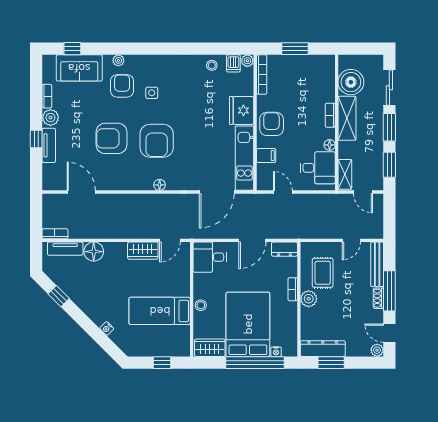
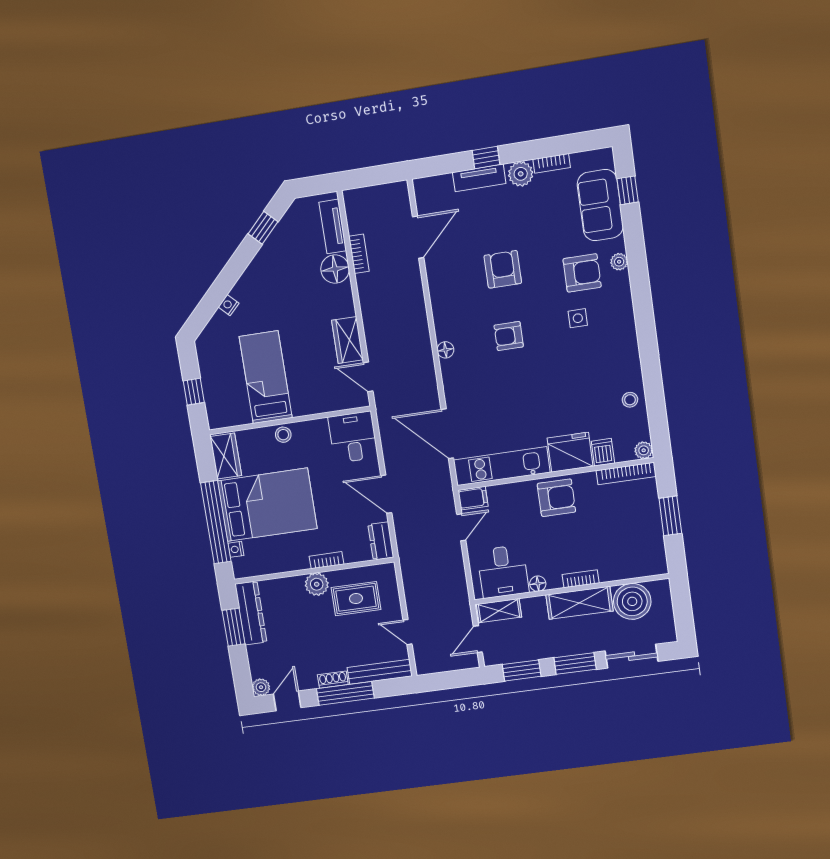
dishwasher: (233, 63) -> (603, 452), moved, turned 90
armchair: (111, 138) -> (503, 269), width x0.73, depth x0.73
armchair: (157, 141) -> (509, 336), width x0.53, depth x0.53
filing cabinet: (266, 156) -> (473, 498), moved, turned -90
bookcase: (55, 234) -> (359, 254), moved

